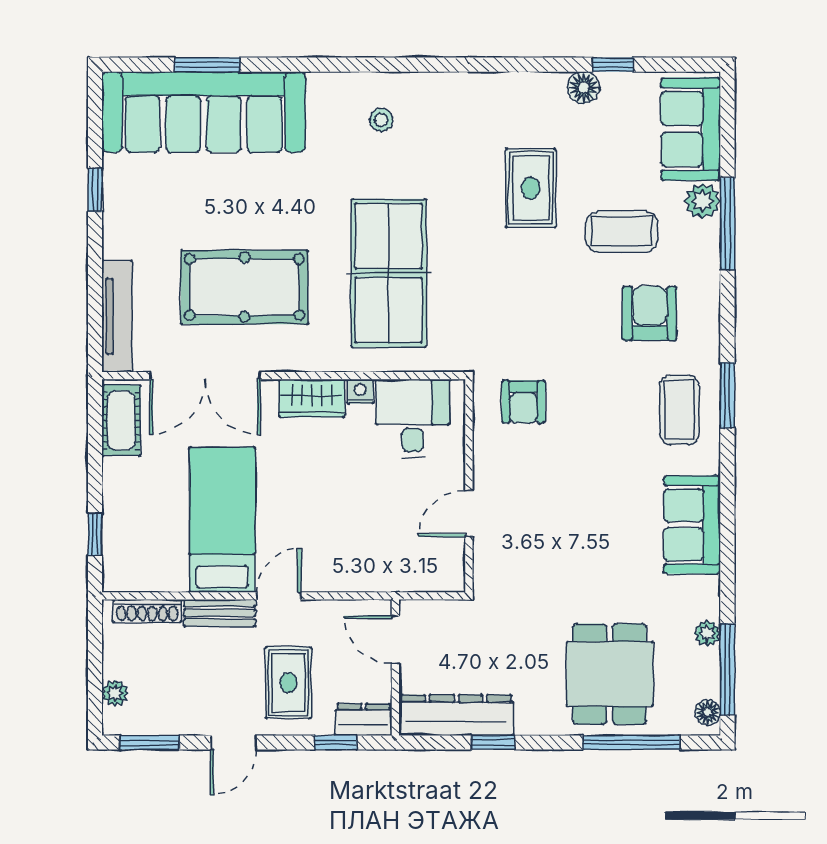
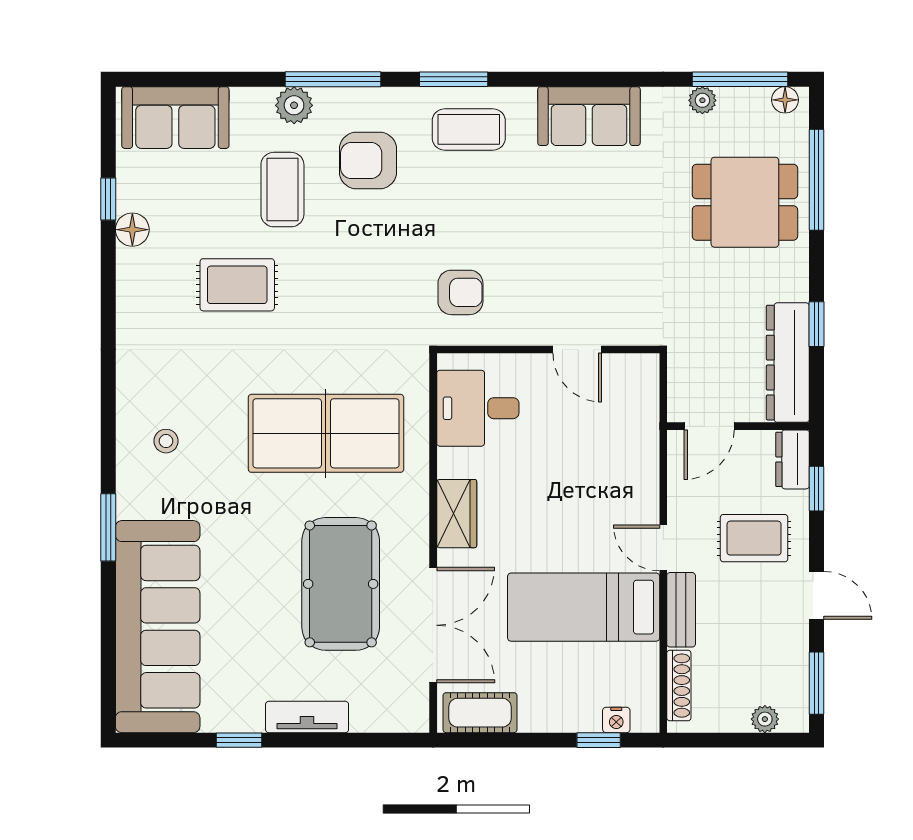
window: (207, 65) -> (108, 527), moved
plant: (703, 201) -> (294, 105), moved
window: (727, 224) -> (333, 79), moved
tv unit: (117, 316) -> (307, 717), moved, width x0.71
nightstand: (360, 391) -> (616, 720), moved, turned -90

